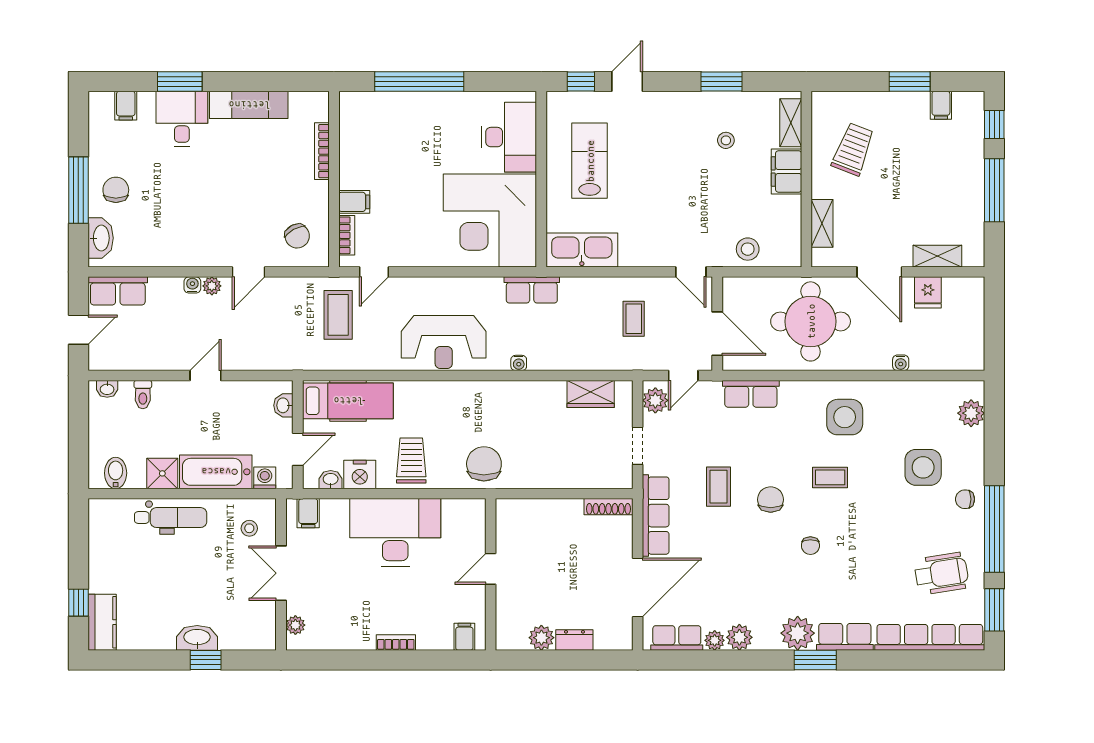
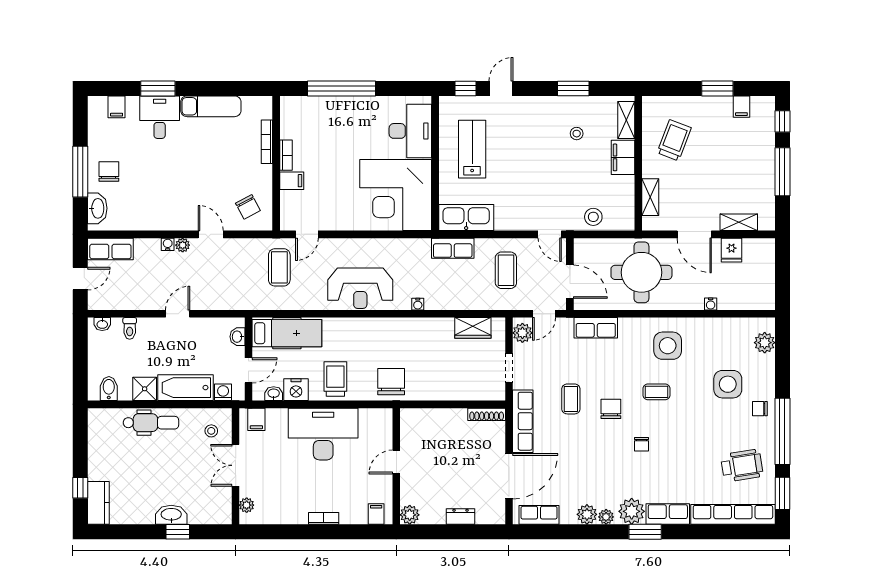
bookcase: (347, 235) -> (286, 155), moved
door: (249, 272) -> (211, 234), swing flipped
row of seats: (532, 290) -> (453, 248), moved
coffee table: (634, 319) -> (506, 270), width x1.36, depth x1.30
plant: (541, 638) -> (410, 515), moved
plant: (715, 640) -> (606, 517), moved

